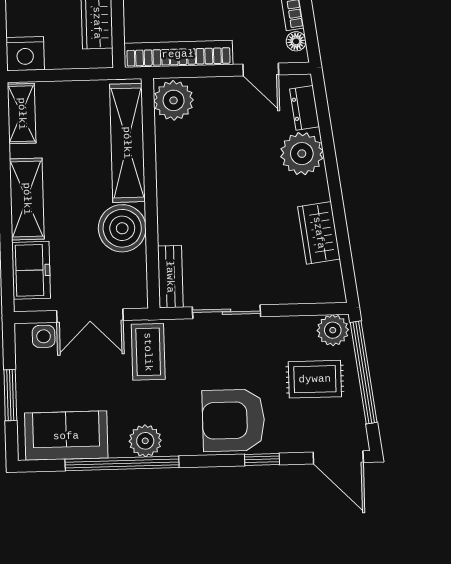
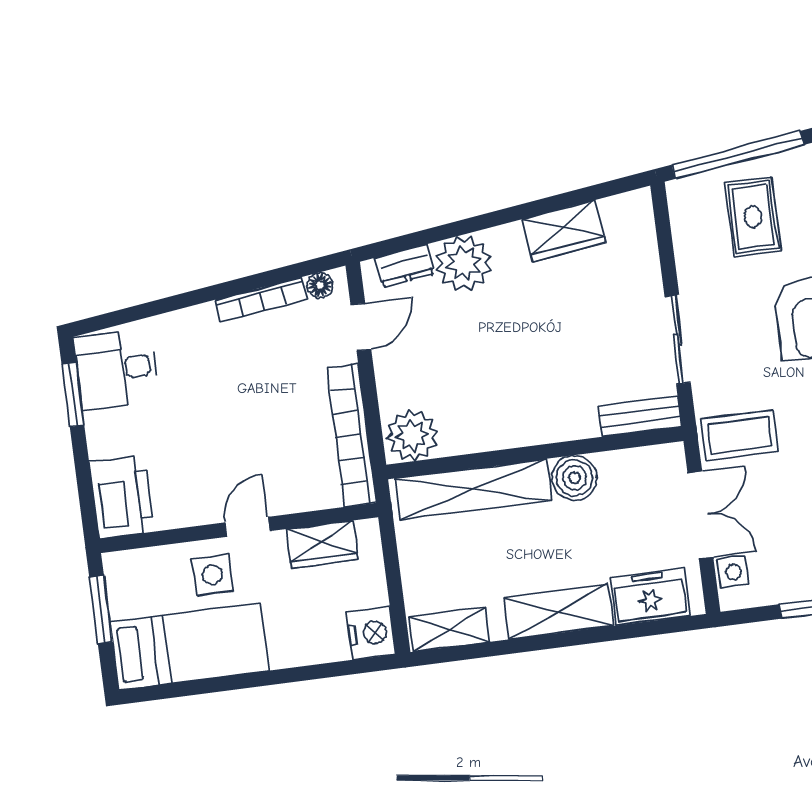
boiler: (122, 228) -> (574, 478), width x0.73, depth x0.73
plant: (333, 330) -> (687, 200), removed

